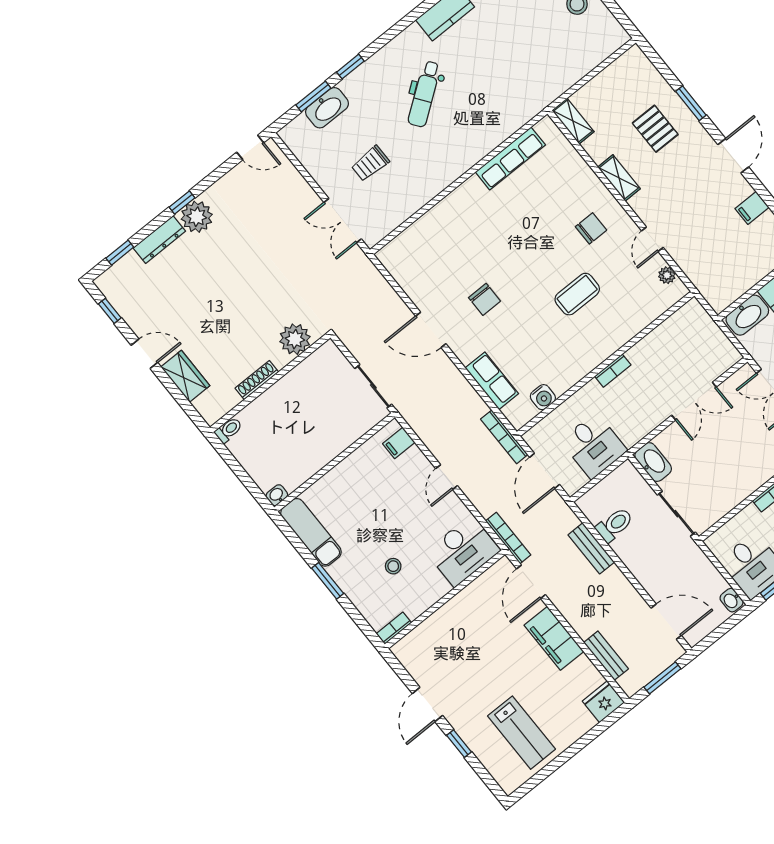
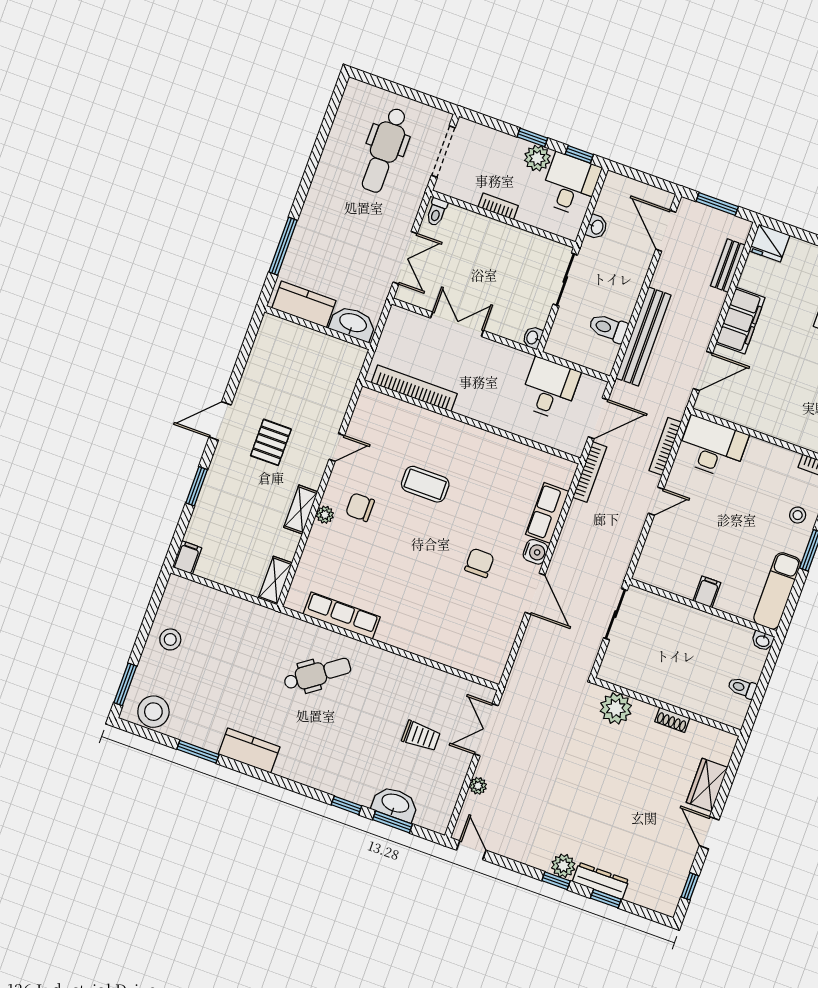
dental chair: (424, 94) -> (317, 674), moved
pallet: (655, 129) -> (271, 442), moved
plant: (300, 186) -> (478, 786), added
filing cabinet: (752, 208) -> (187, 557), moved, turned -90
plant: (197, 217) -> (563, 866), width x0.73, depth x0.73
double door: (343, 221) -> (486, 730), swing flipped
window: (120, 253) -> (606, 899), moved
plant: (667, 275) -> (325, 515), moved
bookcase: (613, 371) -> (414, 388), moved, width x2.31, depth x1.31
shoe rack: (257, 380) -> (672, 720), width x0.70
water cooler: (543, 397) -> (535, 552), moved, turned 90
toilet: (229, 430) -> (742, 688), moved
filing cabinet: (399, 443) -> (707, 592), moved, turned -90
washbasin: (653, 462) -> (533, 338), width x0.52, depth x0.69
bookcase: (508, 538) -> (665, 446), moved
bench: (591, 548) -> (643, 337), width x1.86, depth x1.21
stool: (393, 566) -> (798, 515), moved
washbasin: (732, 600) -> (597, 227), moved

